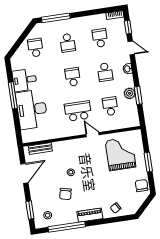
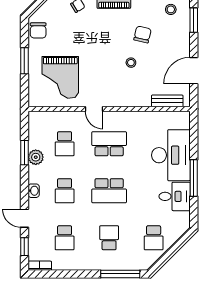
school desk: (105, 72) -> (65, 191), turned 180
school desk: (73, 77) -> (109, 191), width x1.85
school desk: (78, 111) -> (109, 144), turned 180

